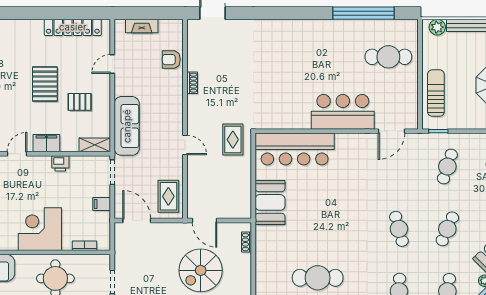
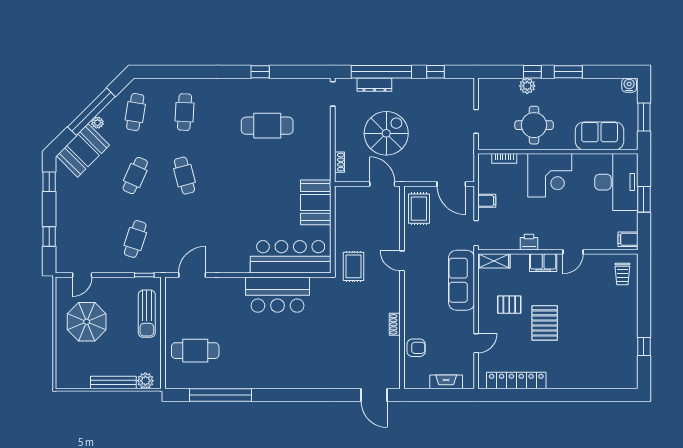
bar counter: (343, 112) -> (277, 295), moved

